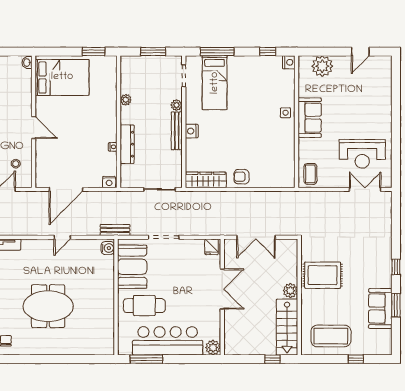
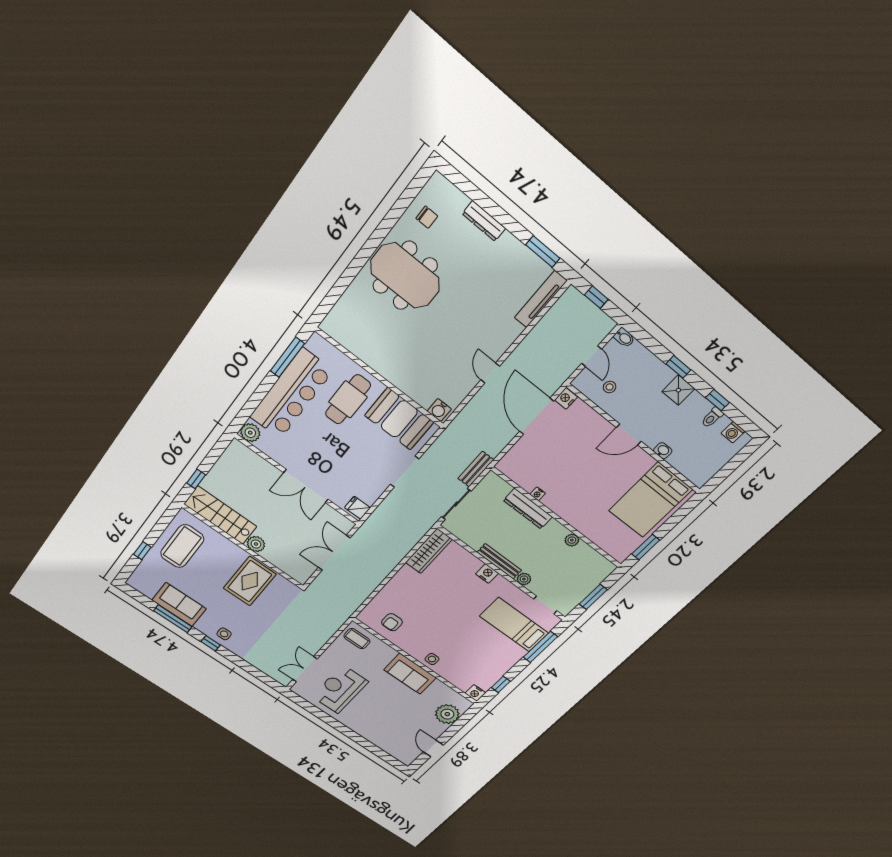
washbasin: (27, 63) -> (663, 451), moved
armchair: (242, 177) -> (392, 622), moved, turned 180
nightstand: (109, 182) -> (566, 398), moved
double door: (365, 189) -> (305, 669), swing flipped
bench: (115, 230) -> (476, 469), moved
side table: (380, 263) -> (224, 634), added
window: (396, 305) -> (173, 619), width x1.44
meeting table: (48, 306) -> (405, 276), moved, turned 90

